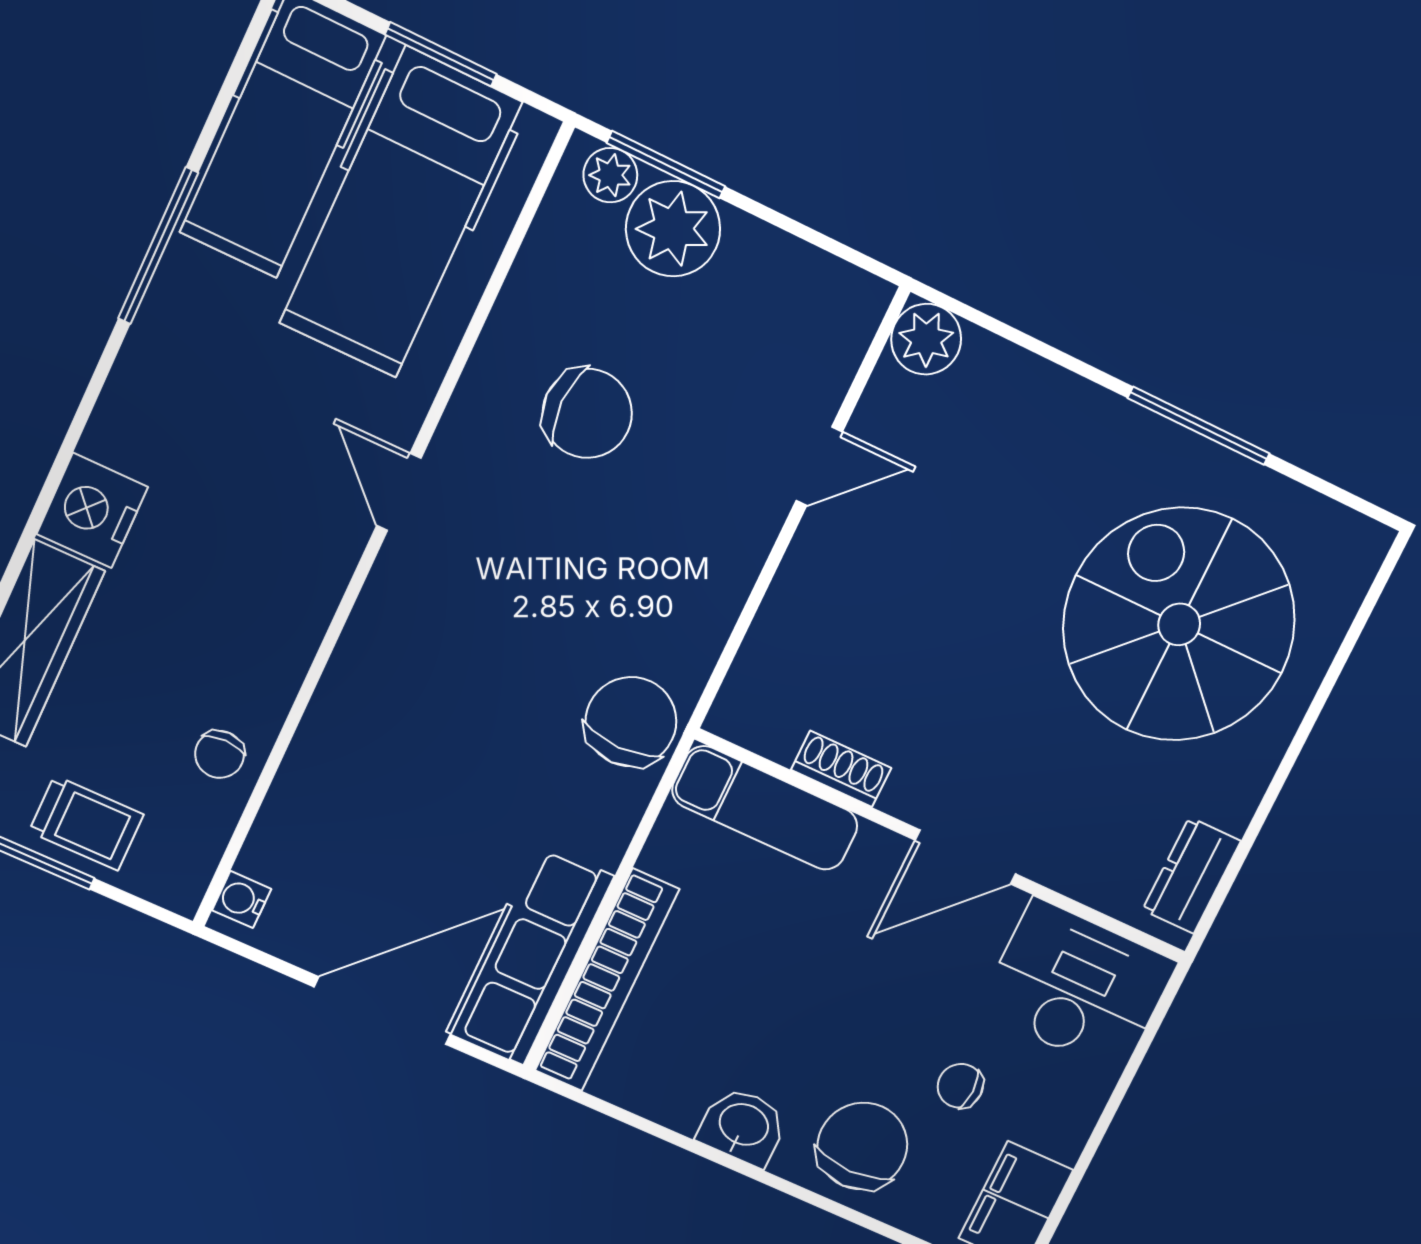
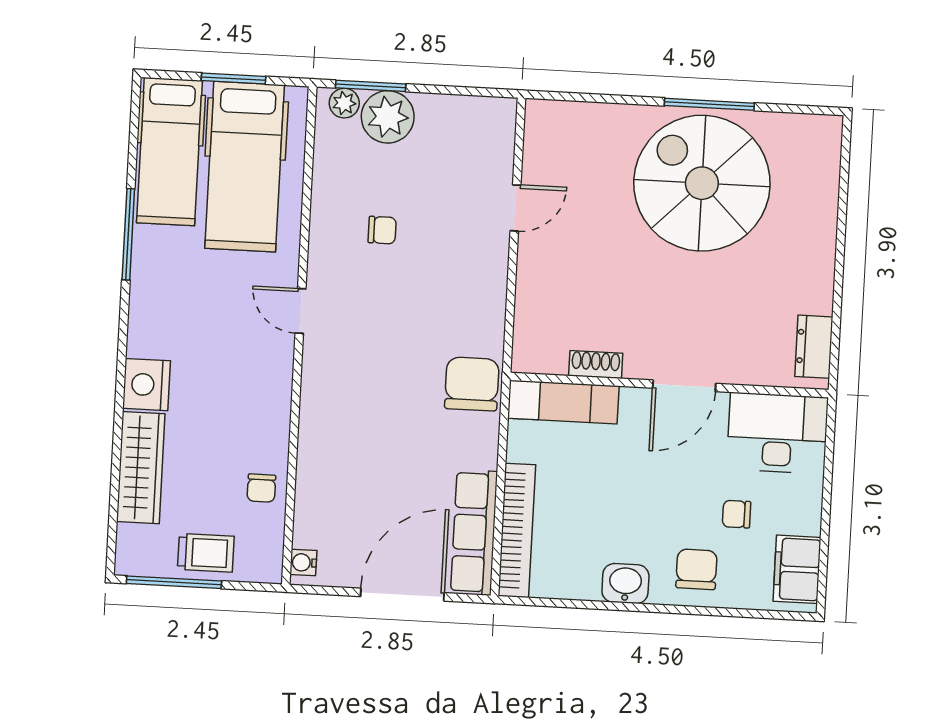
plant: (926, 339) -> (544, 119), removed
chair: (587, 413) -> (382, 230), width x0.54, depth x0.54
spiral stairs: (1179, 624) -> (702, 183), moved
chair: (862, 1146) -> (696, 569), width x0.73, depth x0.73

